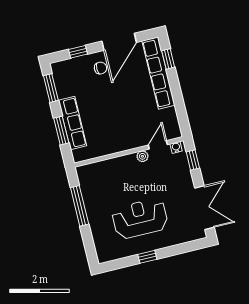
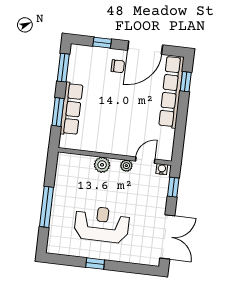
plant: (120, 164) -> (102, 165), added
window: (80, 206) -> (47, 207), moved

